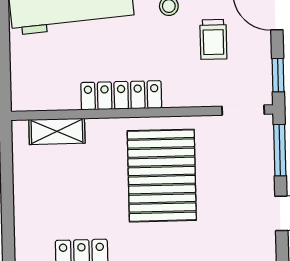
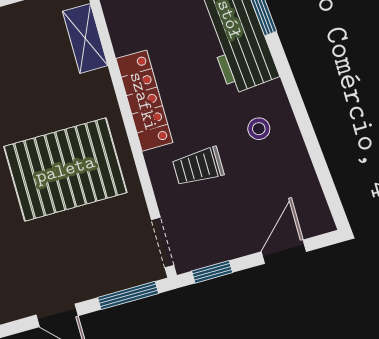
trolley: (213, 39) -> (198, 166), moved

